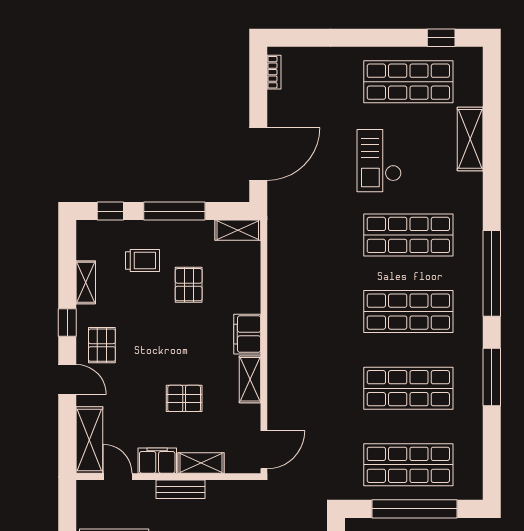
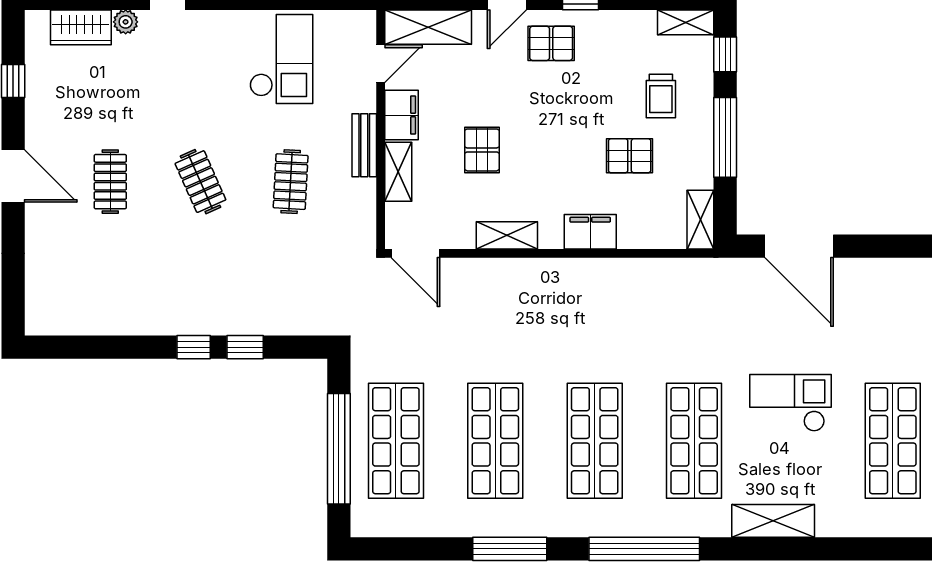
bookcase: (274, 72) -> (905, 267), removed
shelving: (470, 139) -> (773, 521), moved
shelving: (86, 282) -> (686, 22), moved
filing cabinet: (247, 334) -> (590, 232), moved

